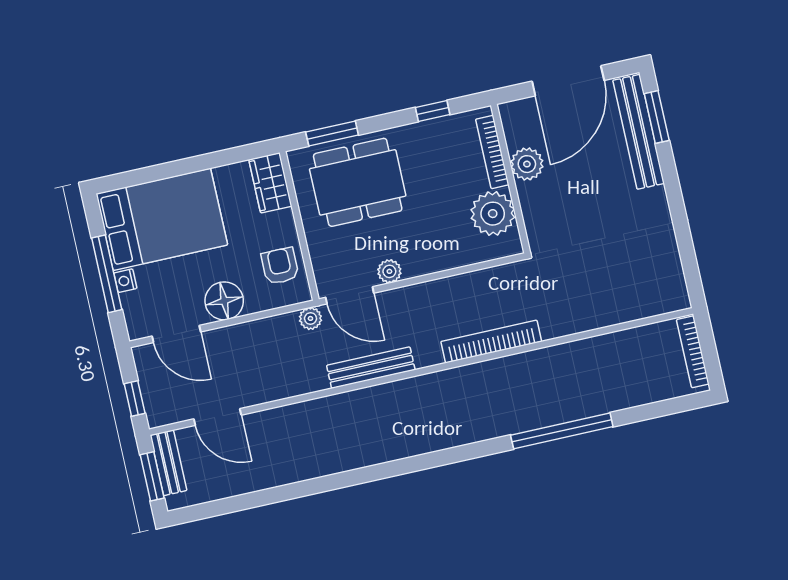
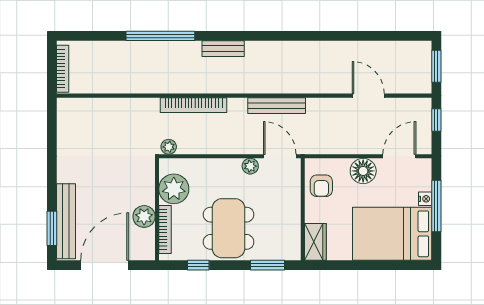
dining table: (358, 182) -> (229, 228), moved, turned 90
plant: (310, 318) -> (169, 147), moved
door: (176, 334) -> (399, 156), hinge flipped
door: (218, 417) -> (368, 96), moved
bench: (168, 463) -> (223, 49), moved, turned 90

